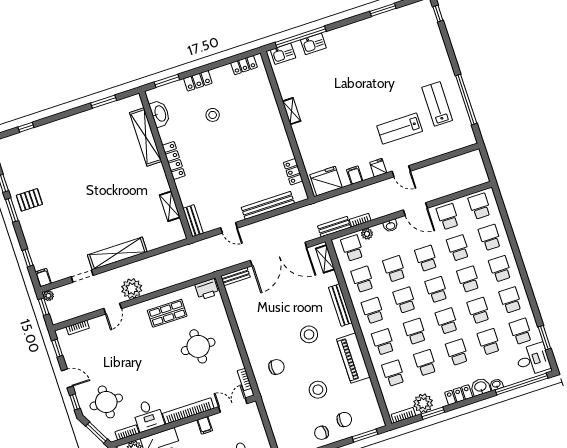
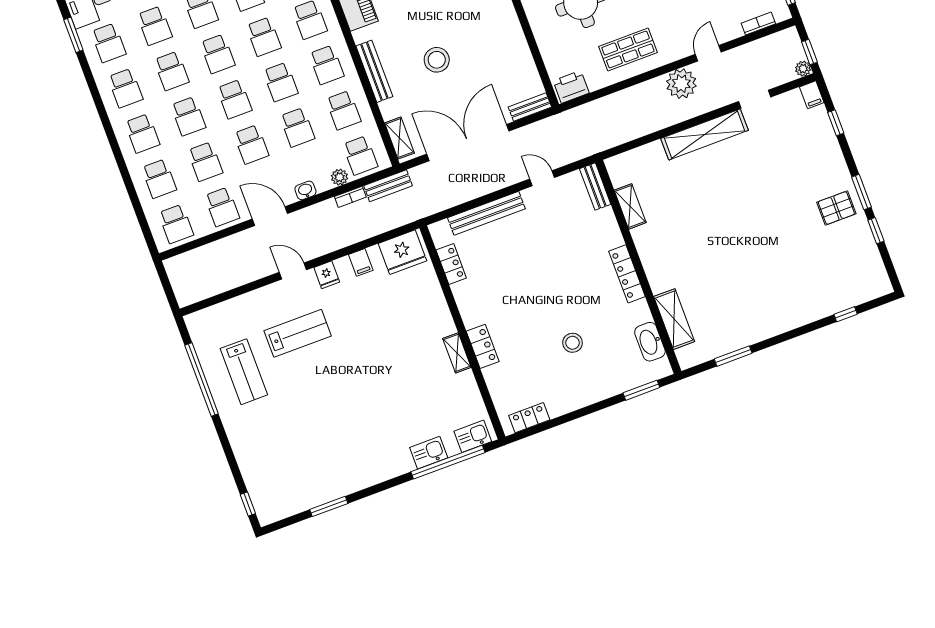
locker: (198, 81) -> (483, 346), moved, turned 90
shelving: (146, 137) -> (674, 319), width x0.68
stool: (309, 334) -> (437, 60), moved

